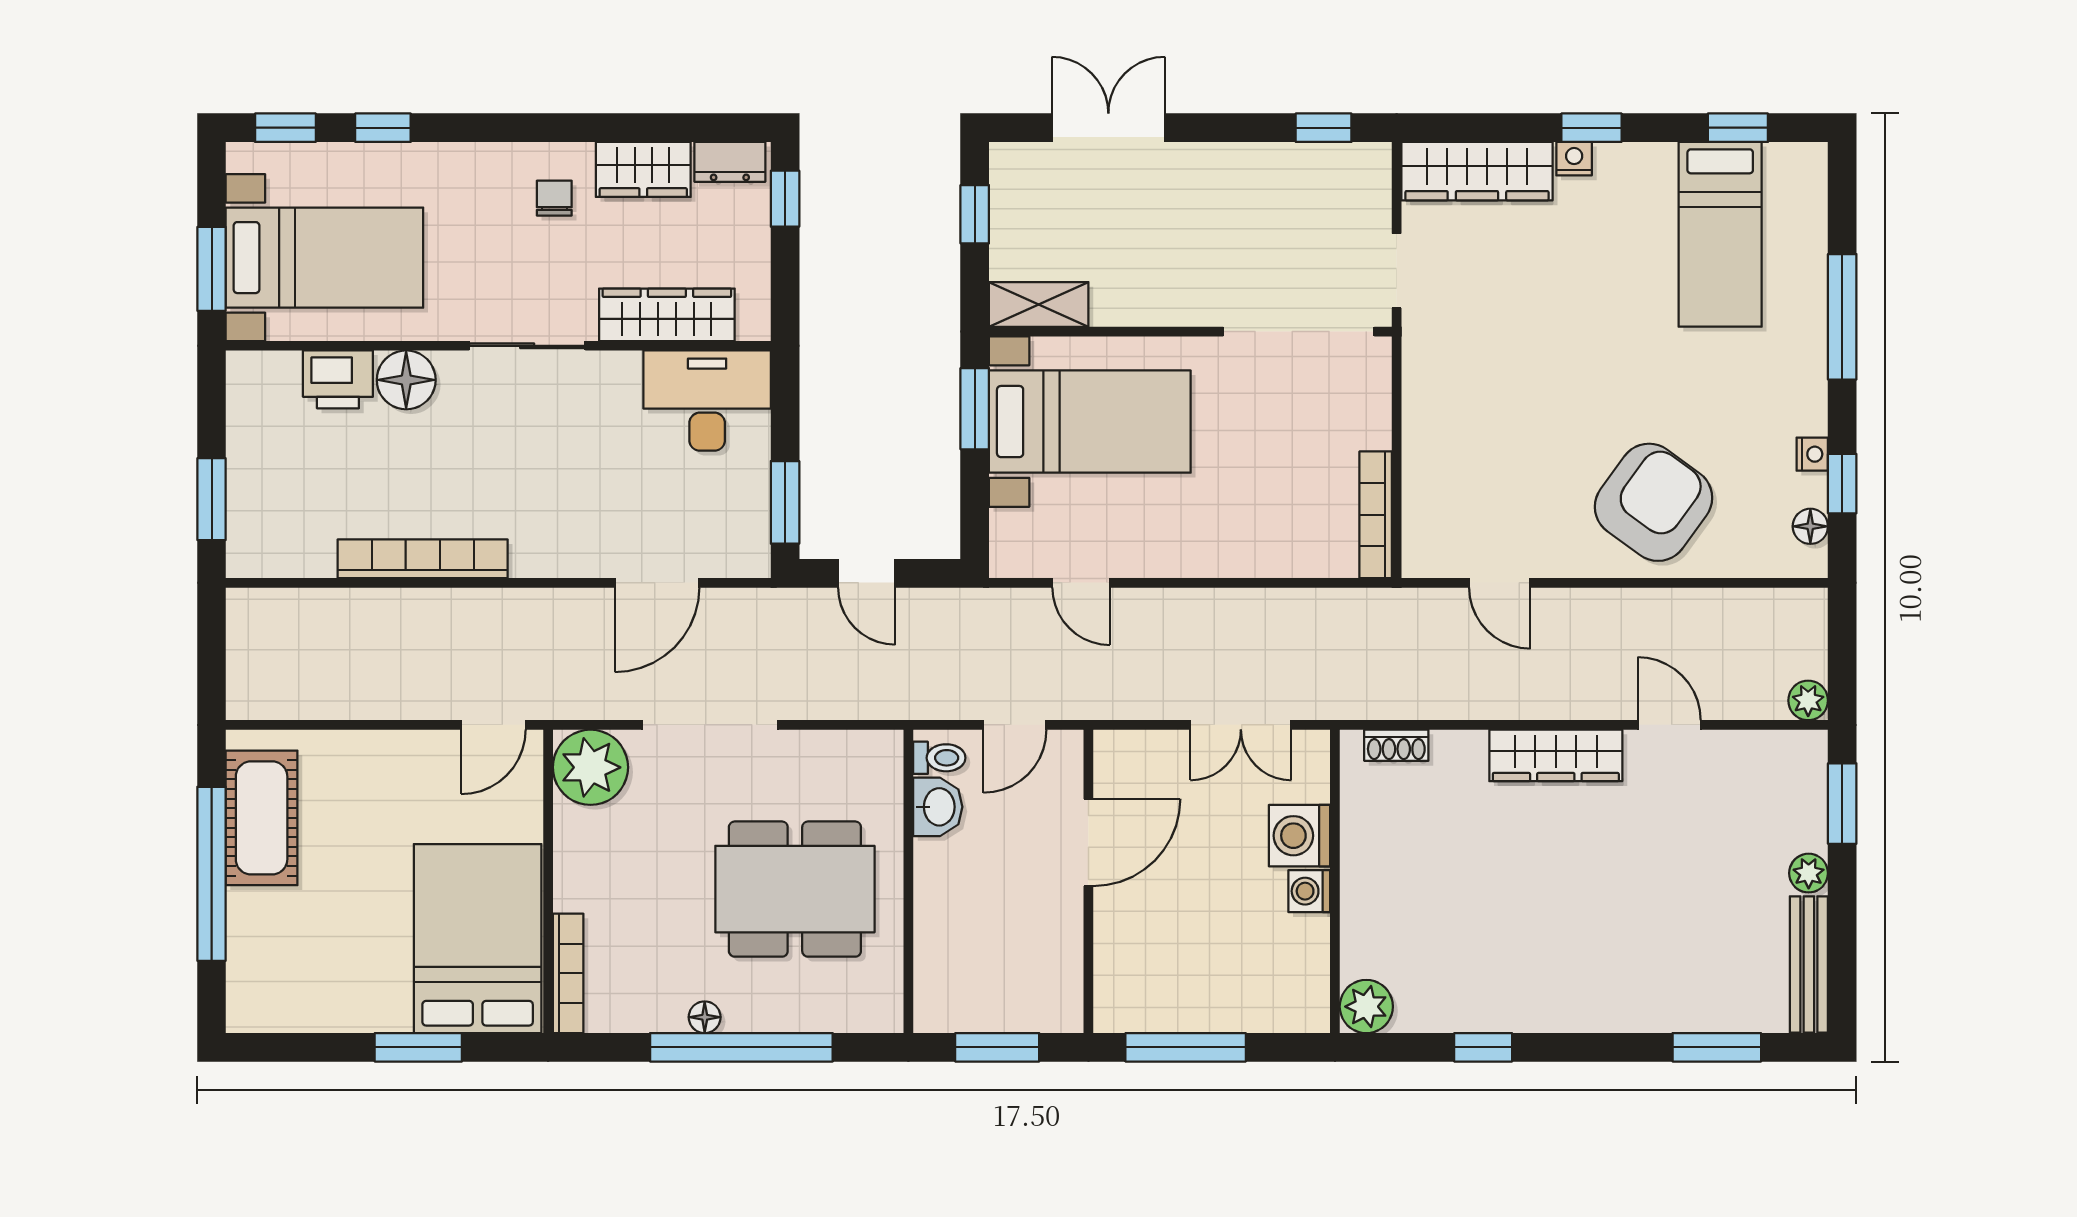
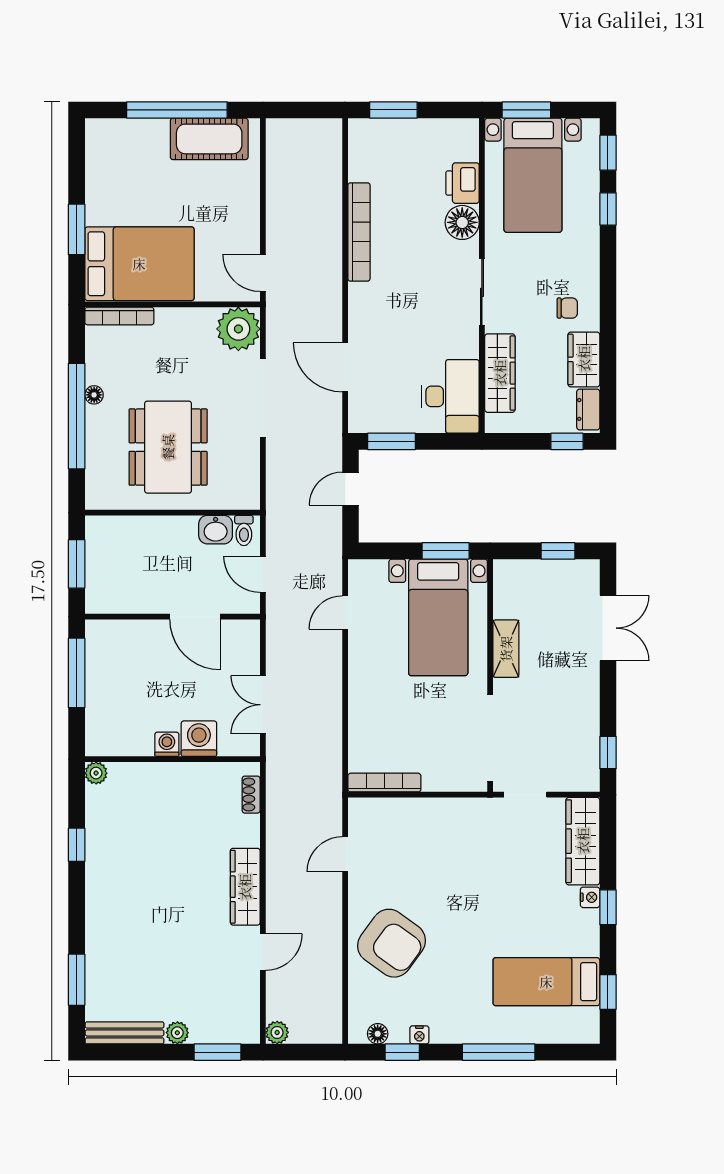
shelving: (1039, 304) -> (506, 649), moved
plant: (1366, 1007) -> (96, 773), width x0.73, depth x0.73

